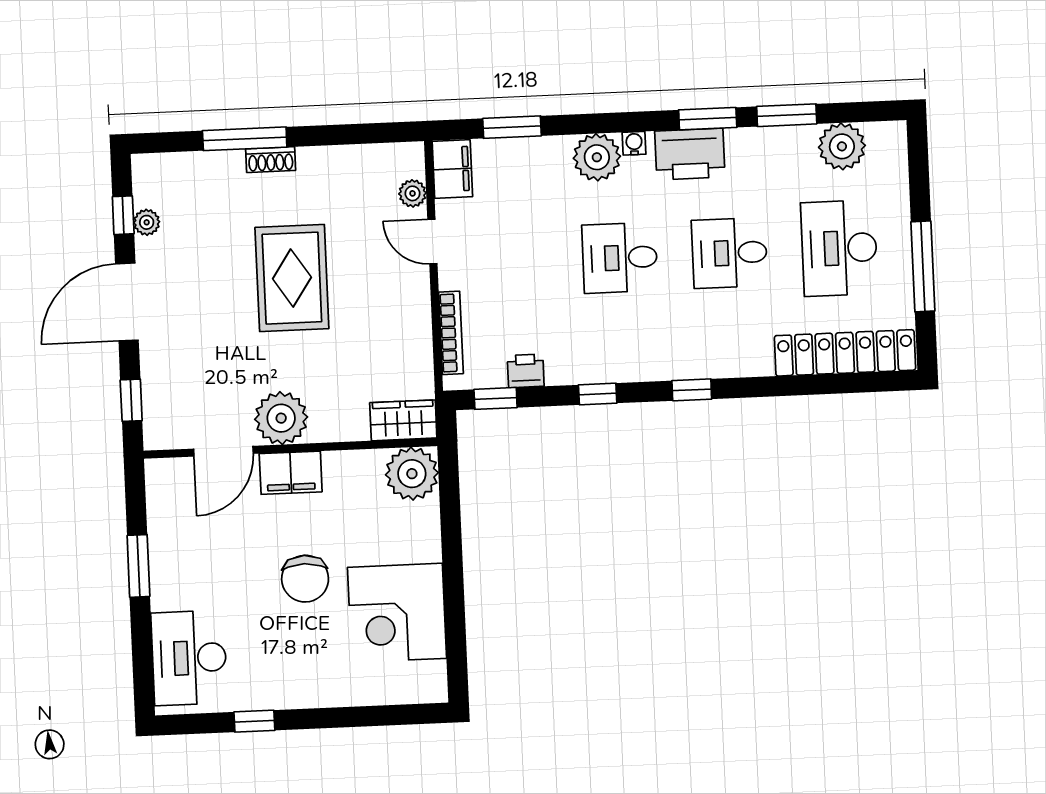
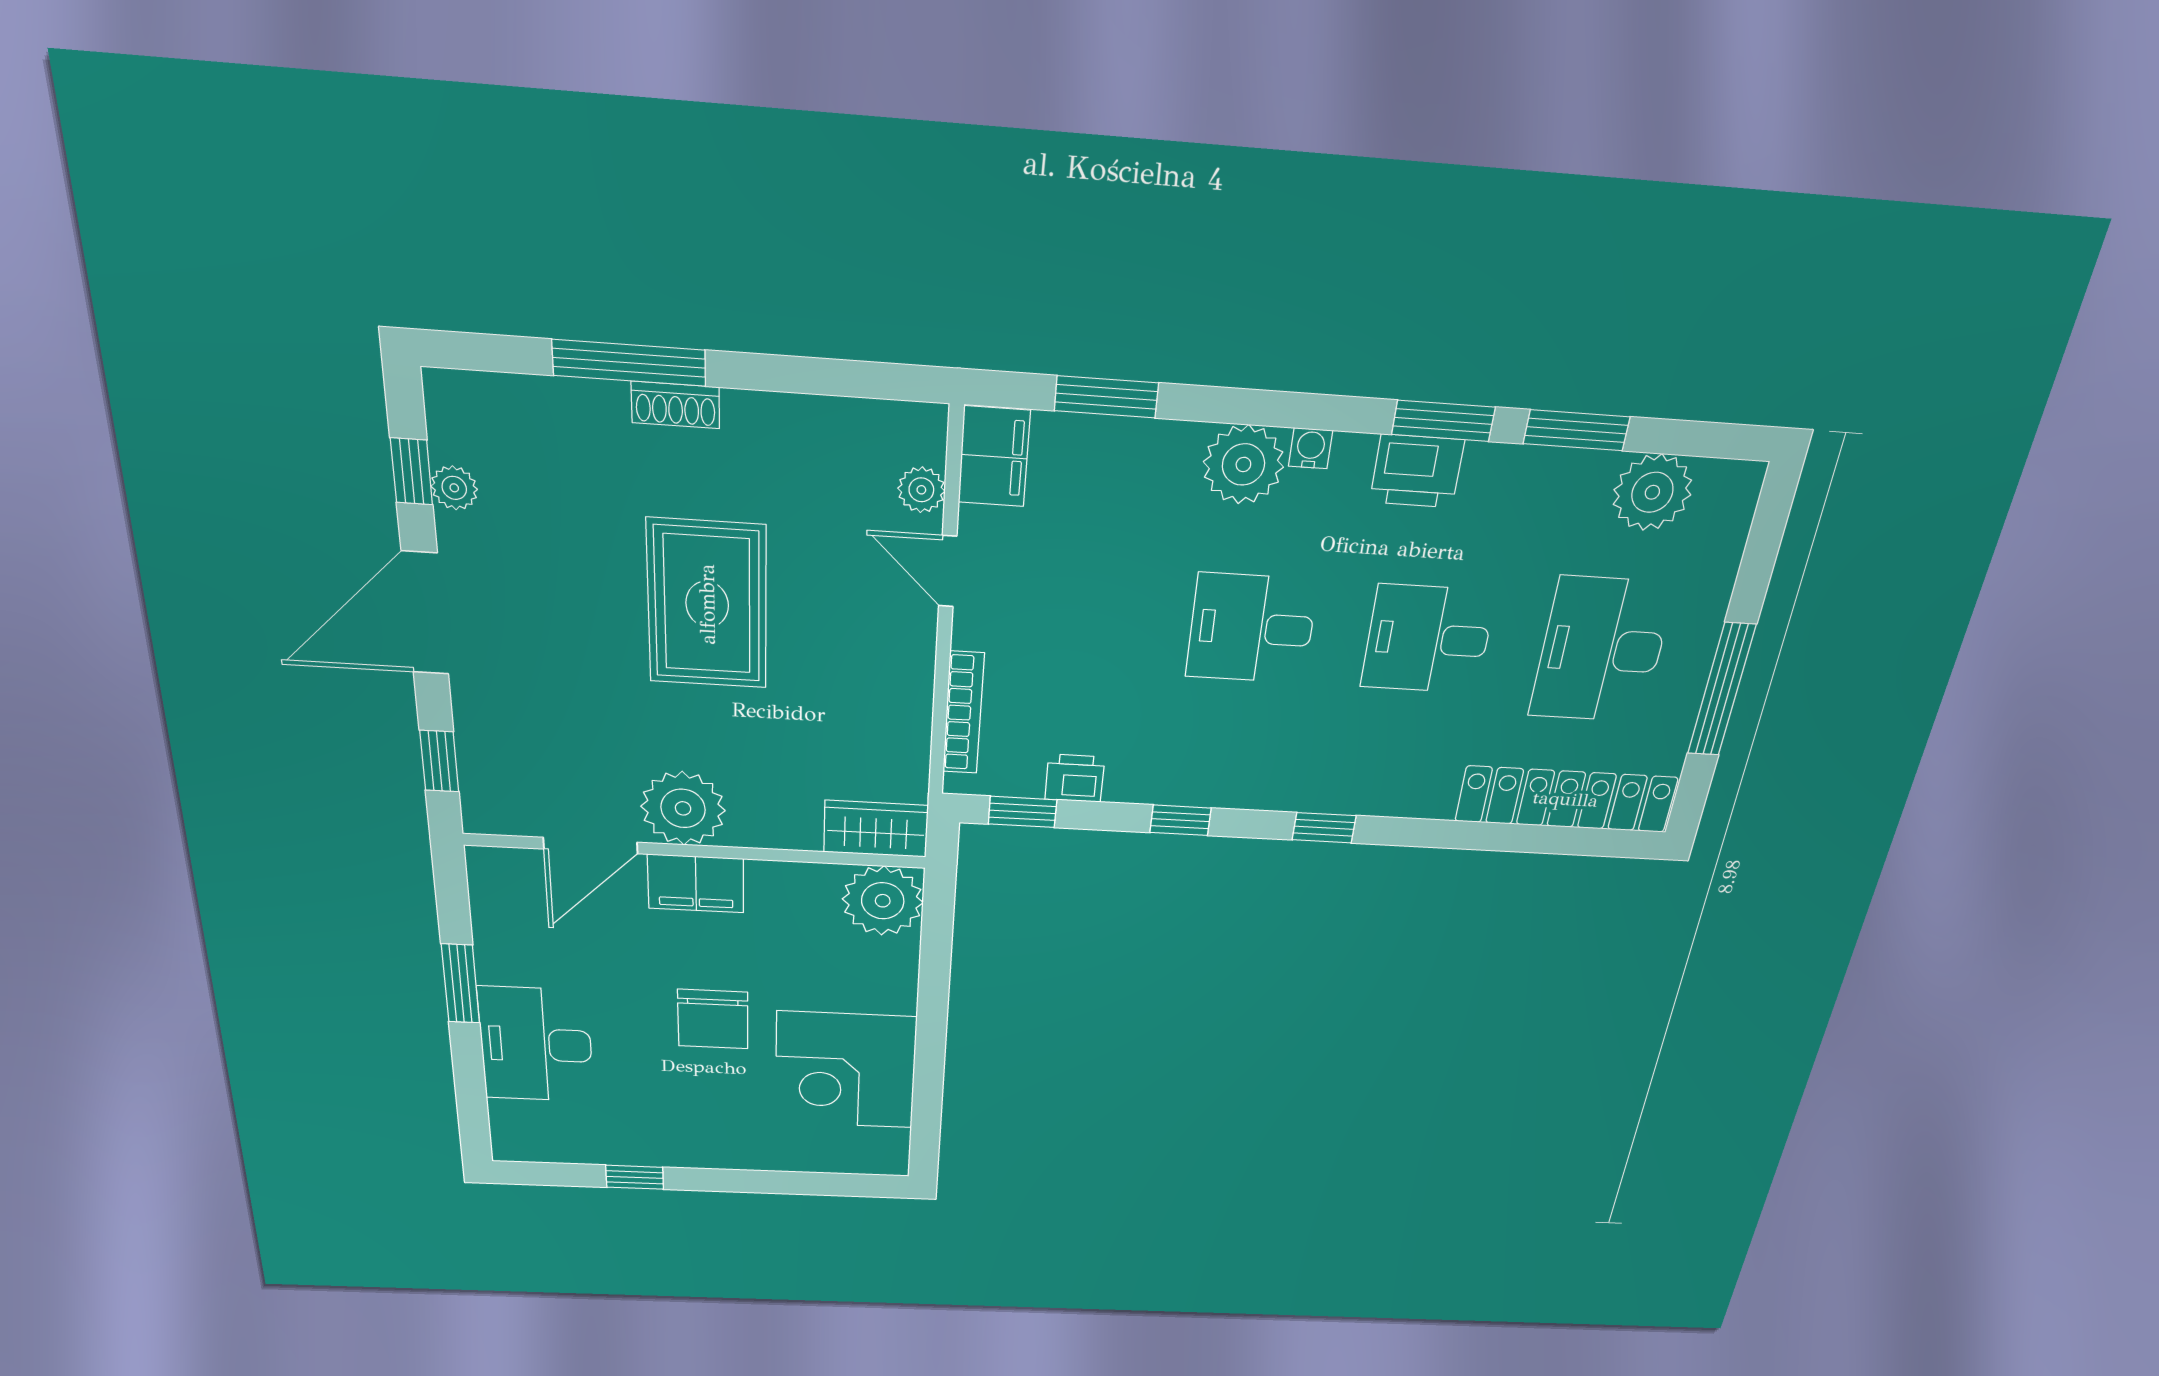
printer: (690, 154) -> (1417, 471), width x0.73, depth x0.84
desk: (189, 658) -> (536, 1045), moved

